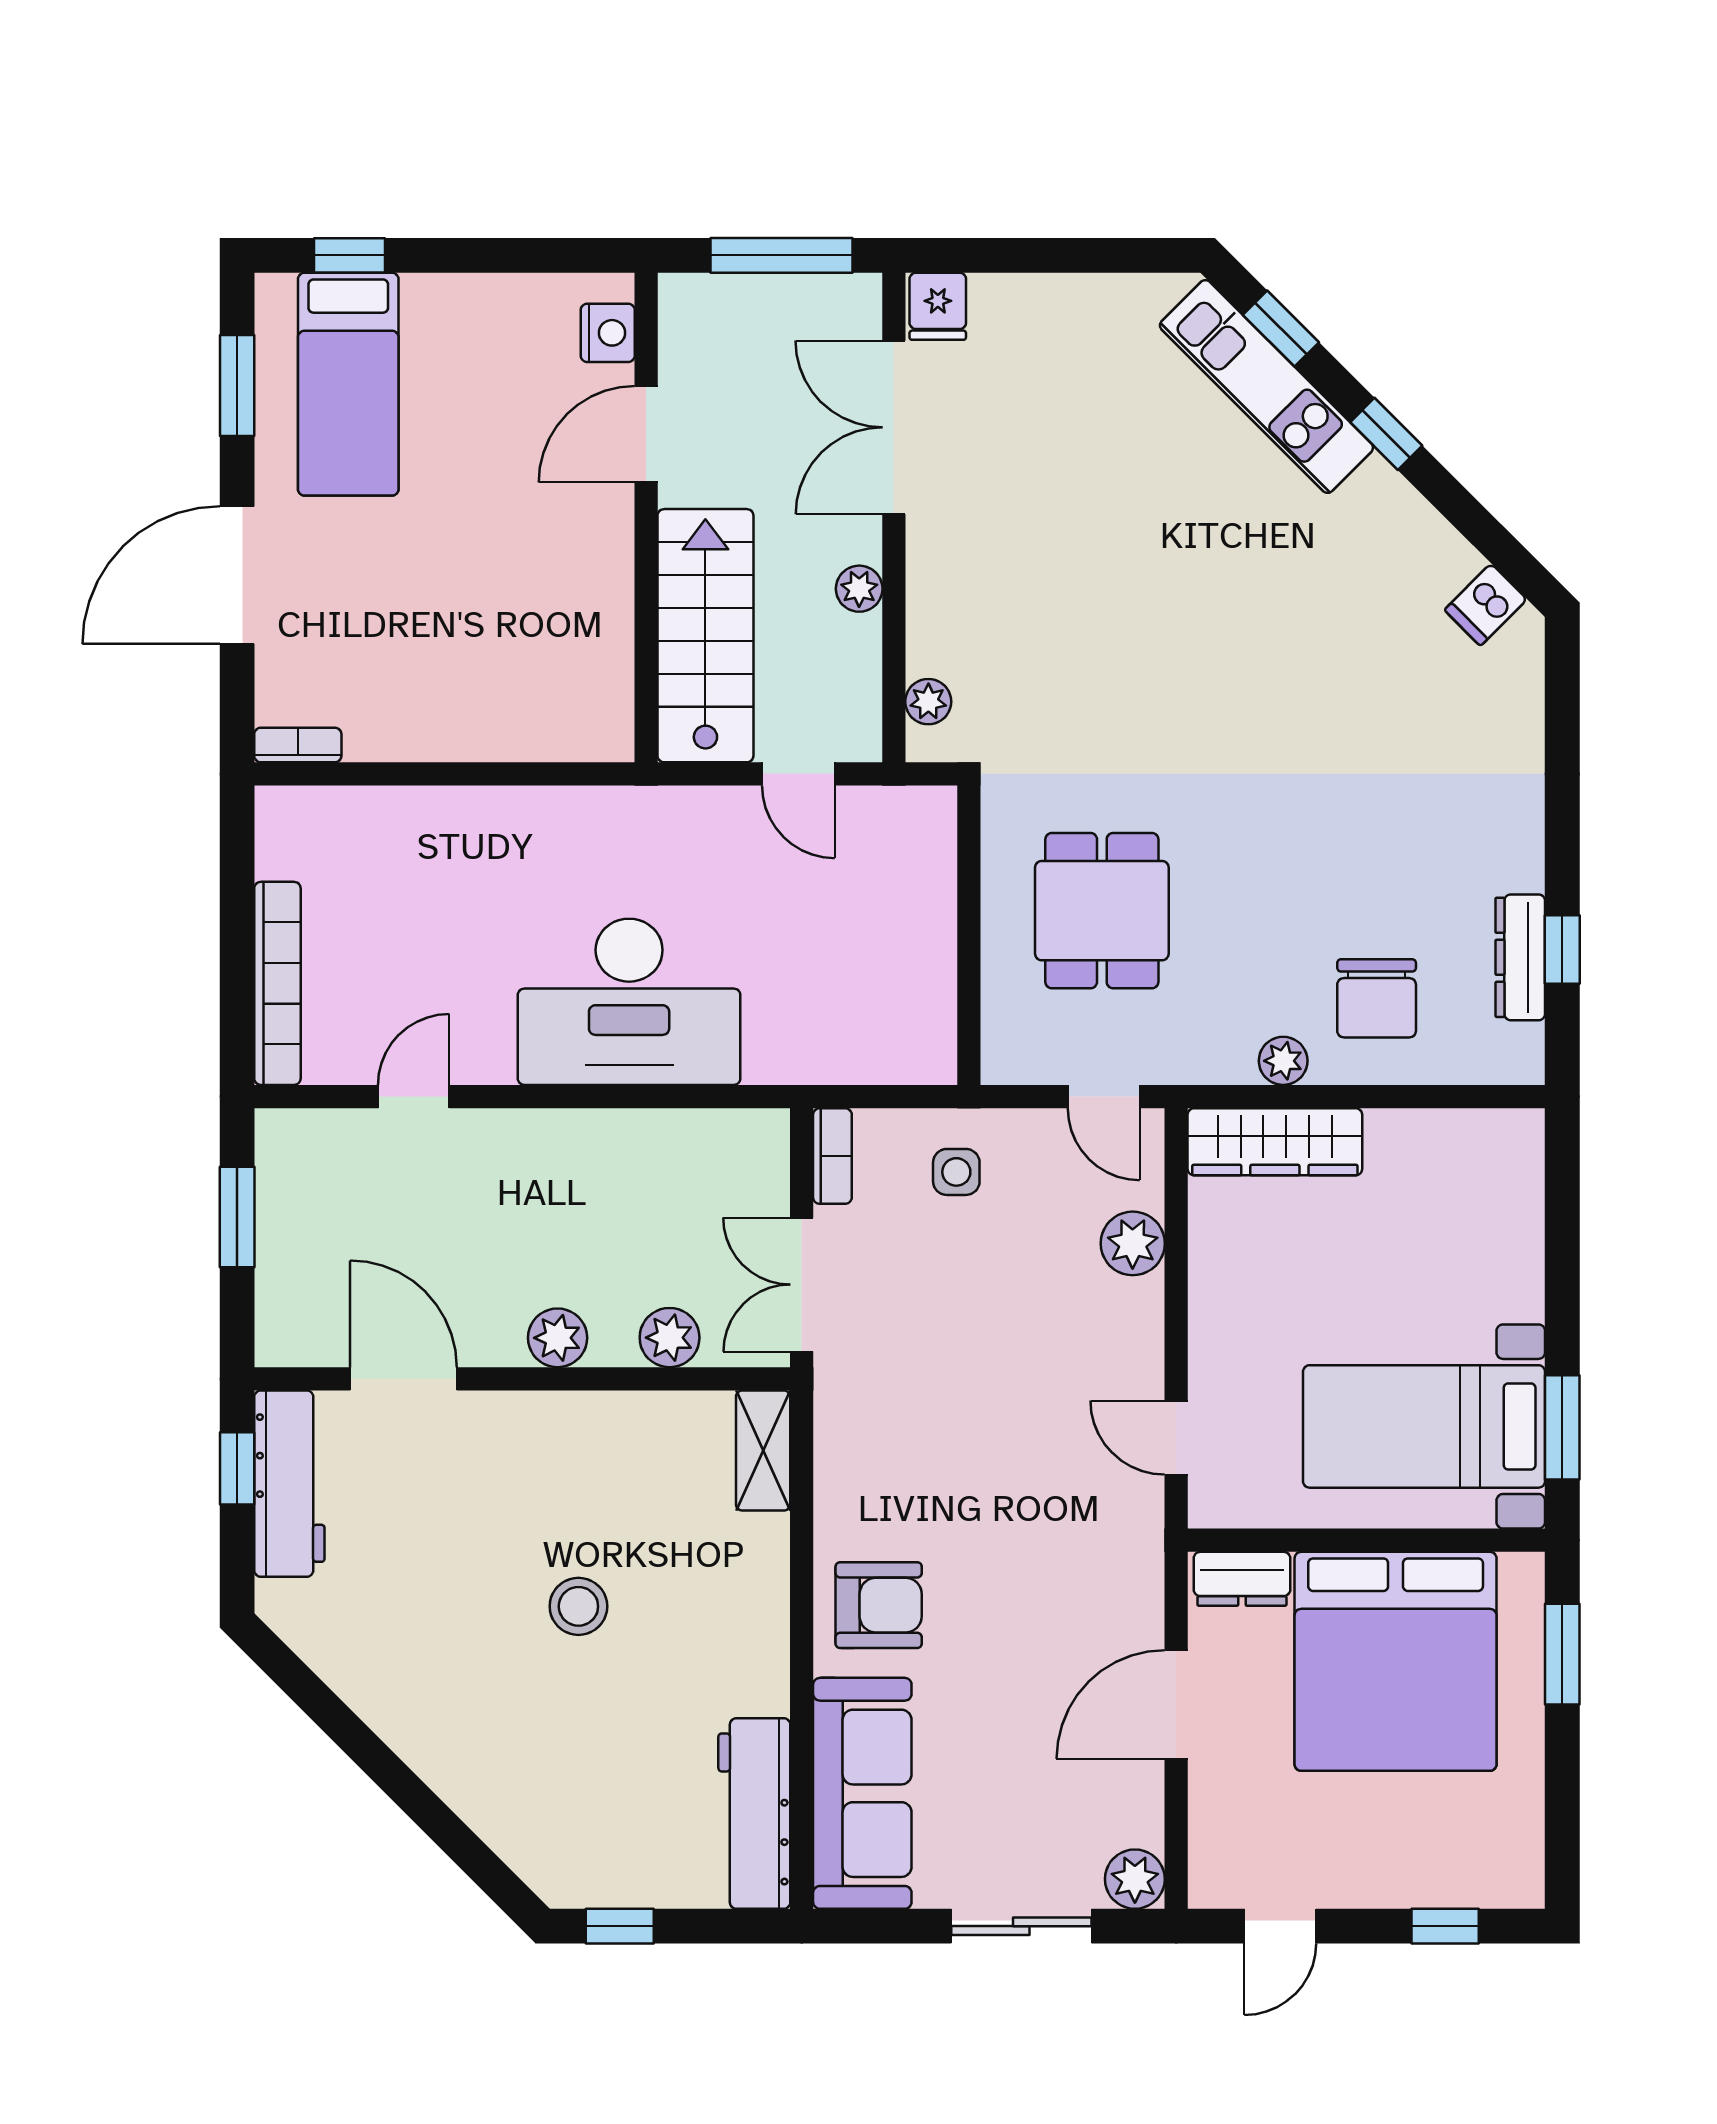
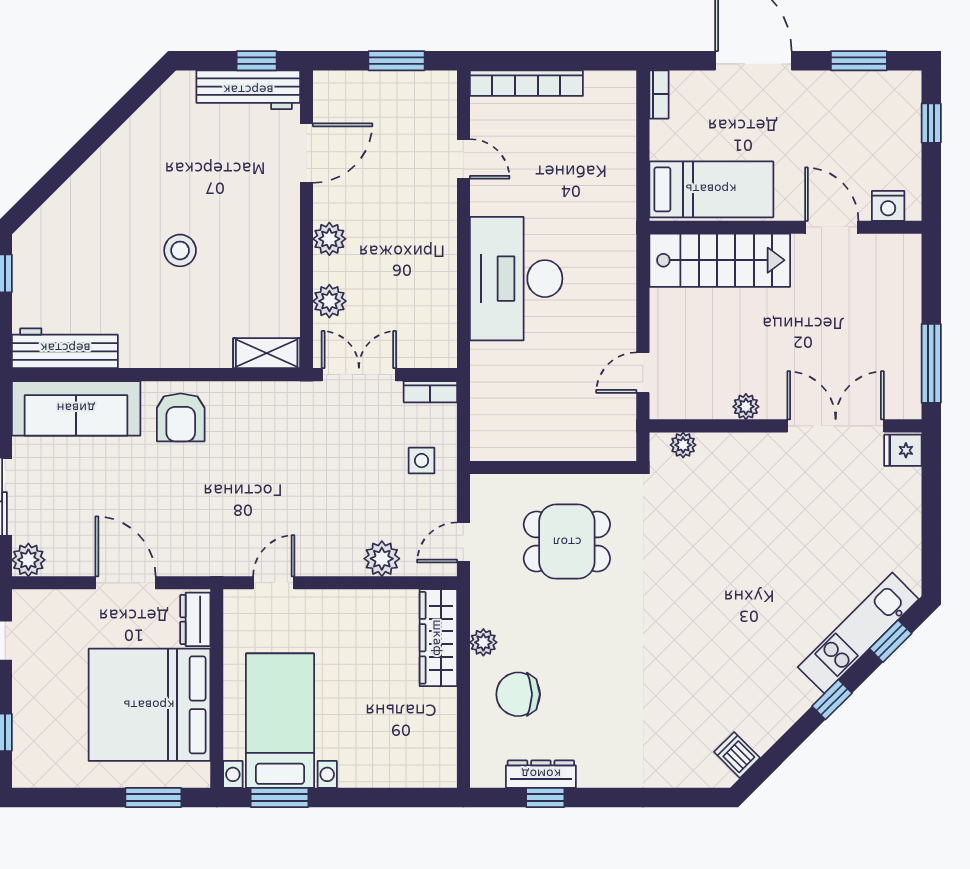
nightstand: (608, 333) -> (888, 206), moved
bed: (348, 384) -> (711, 189), moved, turned 180
door: (646, 434) -> (832, 227), moved
wall: (646, 518) -> (785, 227), moved
stairs: (705, 636) -> (720, 260), moved

